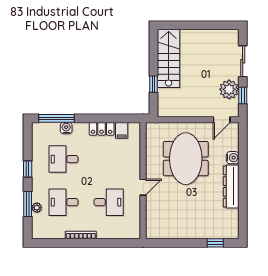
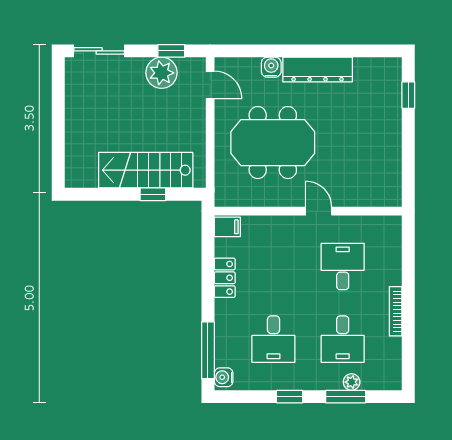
stairs: (169, 58) -> (146, 170), moved
sliding door: (243, 61) -> (99, 51), moved
water cooler: (66, 128) -> (224, 377), moved
filing cabinet: (122, 130) -> (227, 227), moved

